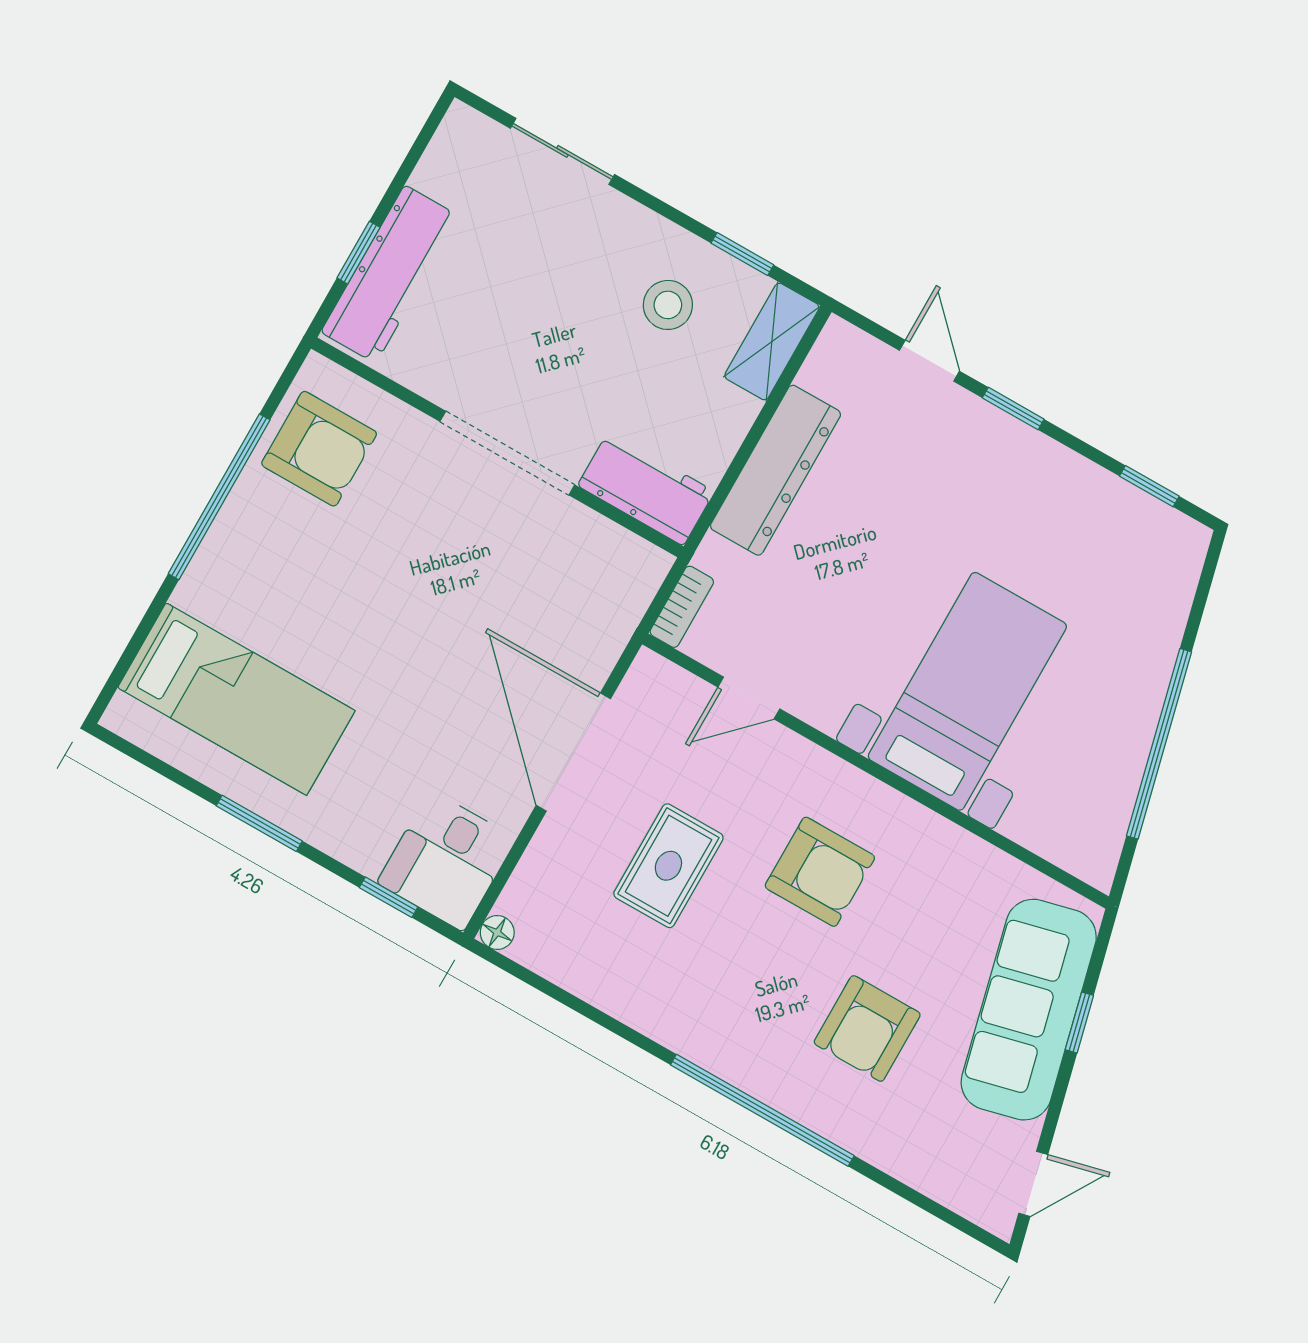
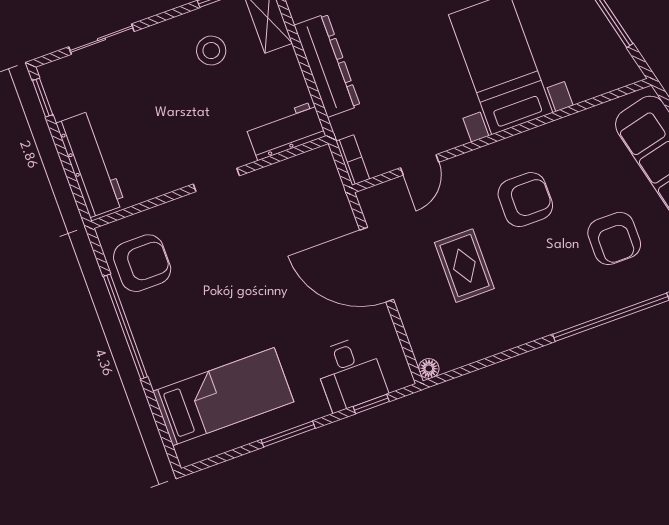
window: (358, 253) -> (43, 98), moved
doorway: (507, 453) -> (216, 180), width x0.53
desk: (446, 861) -> (350, 373), moved

